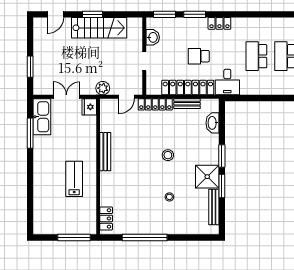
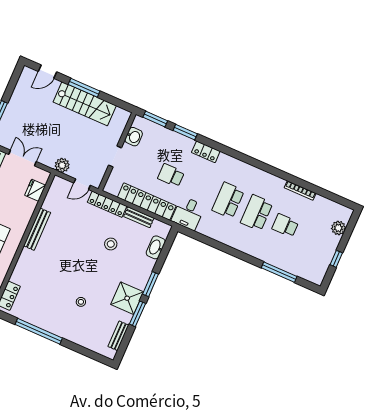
window: (92, 14) -> (84, 88), width x1.44
fridge: (89, 107) -> (35, 190), moved
stool: (168, 155) -> (111, 244), moved
bench: (214, 207) -> (118, 336), width x0.73

